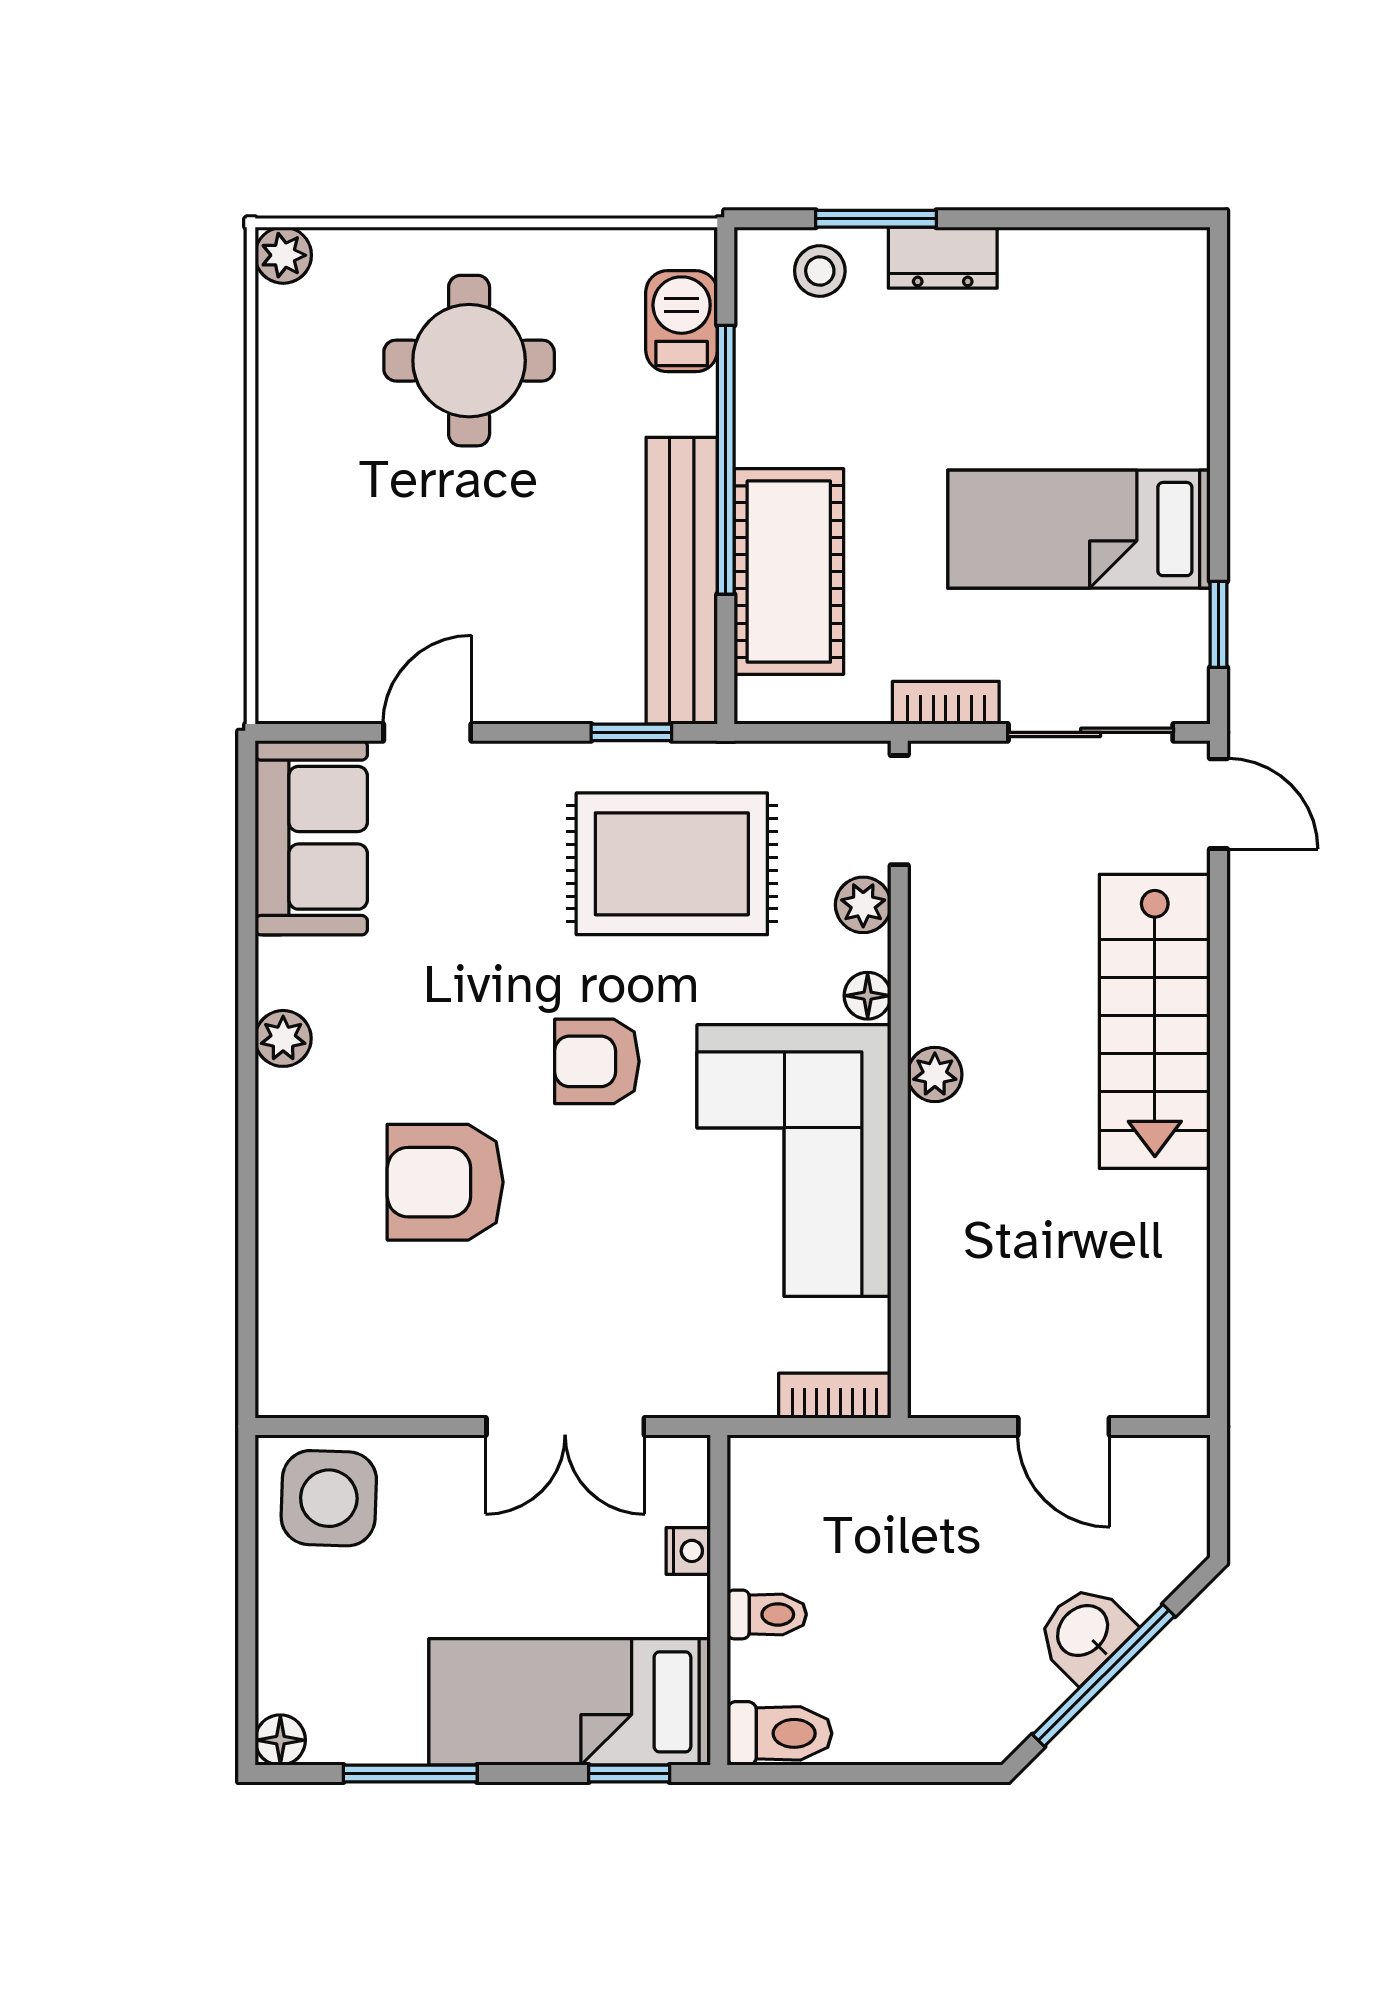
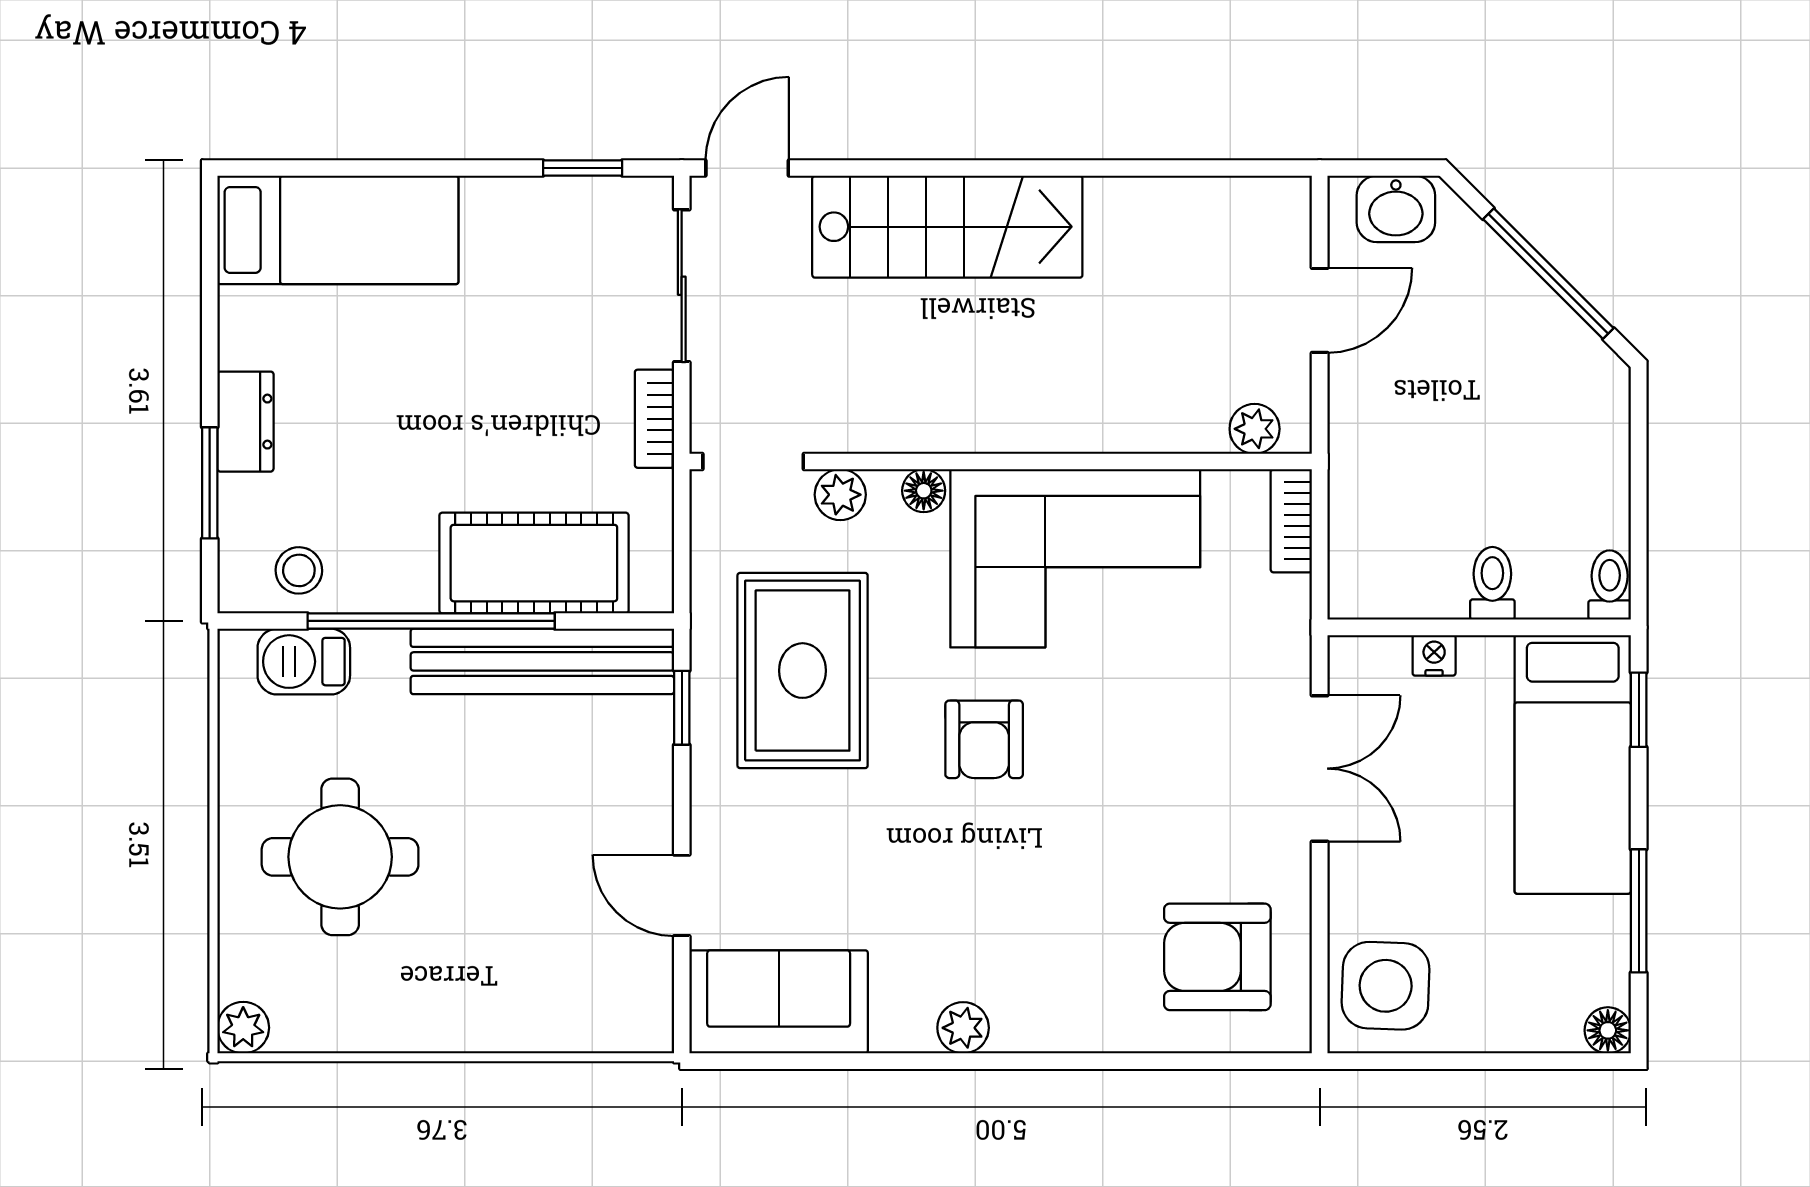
stool: (820, 271) -> (299, 570), moved
bed: (1079, 529) -> (338, 230), moved, turned -90
plant: (935, 1074) -> (1255, 429), moved
armchair: (445, 1182) -> (1217, 957), moved, turned 90
washbasin: (1084, 1632) -> (1396, 209), moved, turned -45
toilet: (779, 1733) -> (1610, 585), width x0.73, depth x0.72

